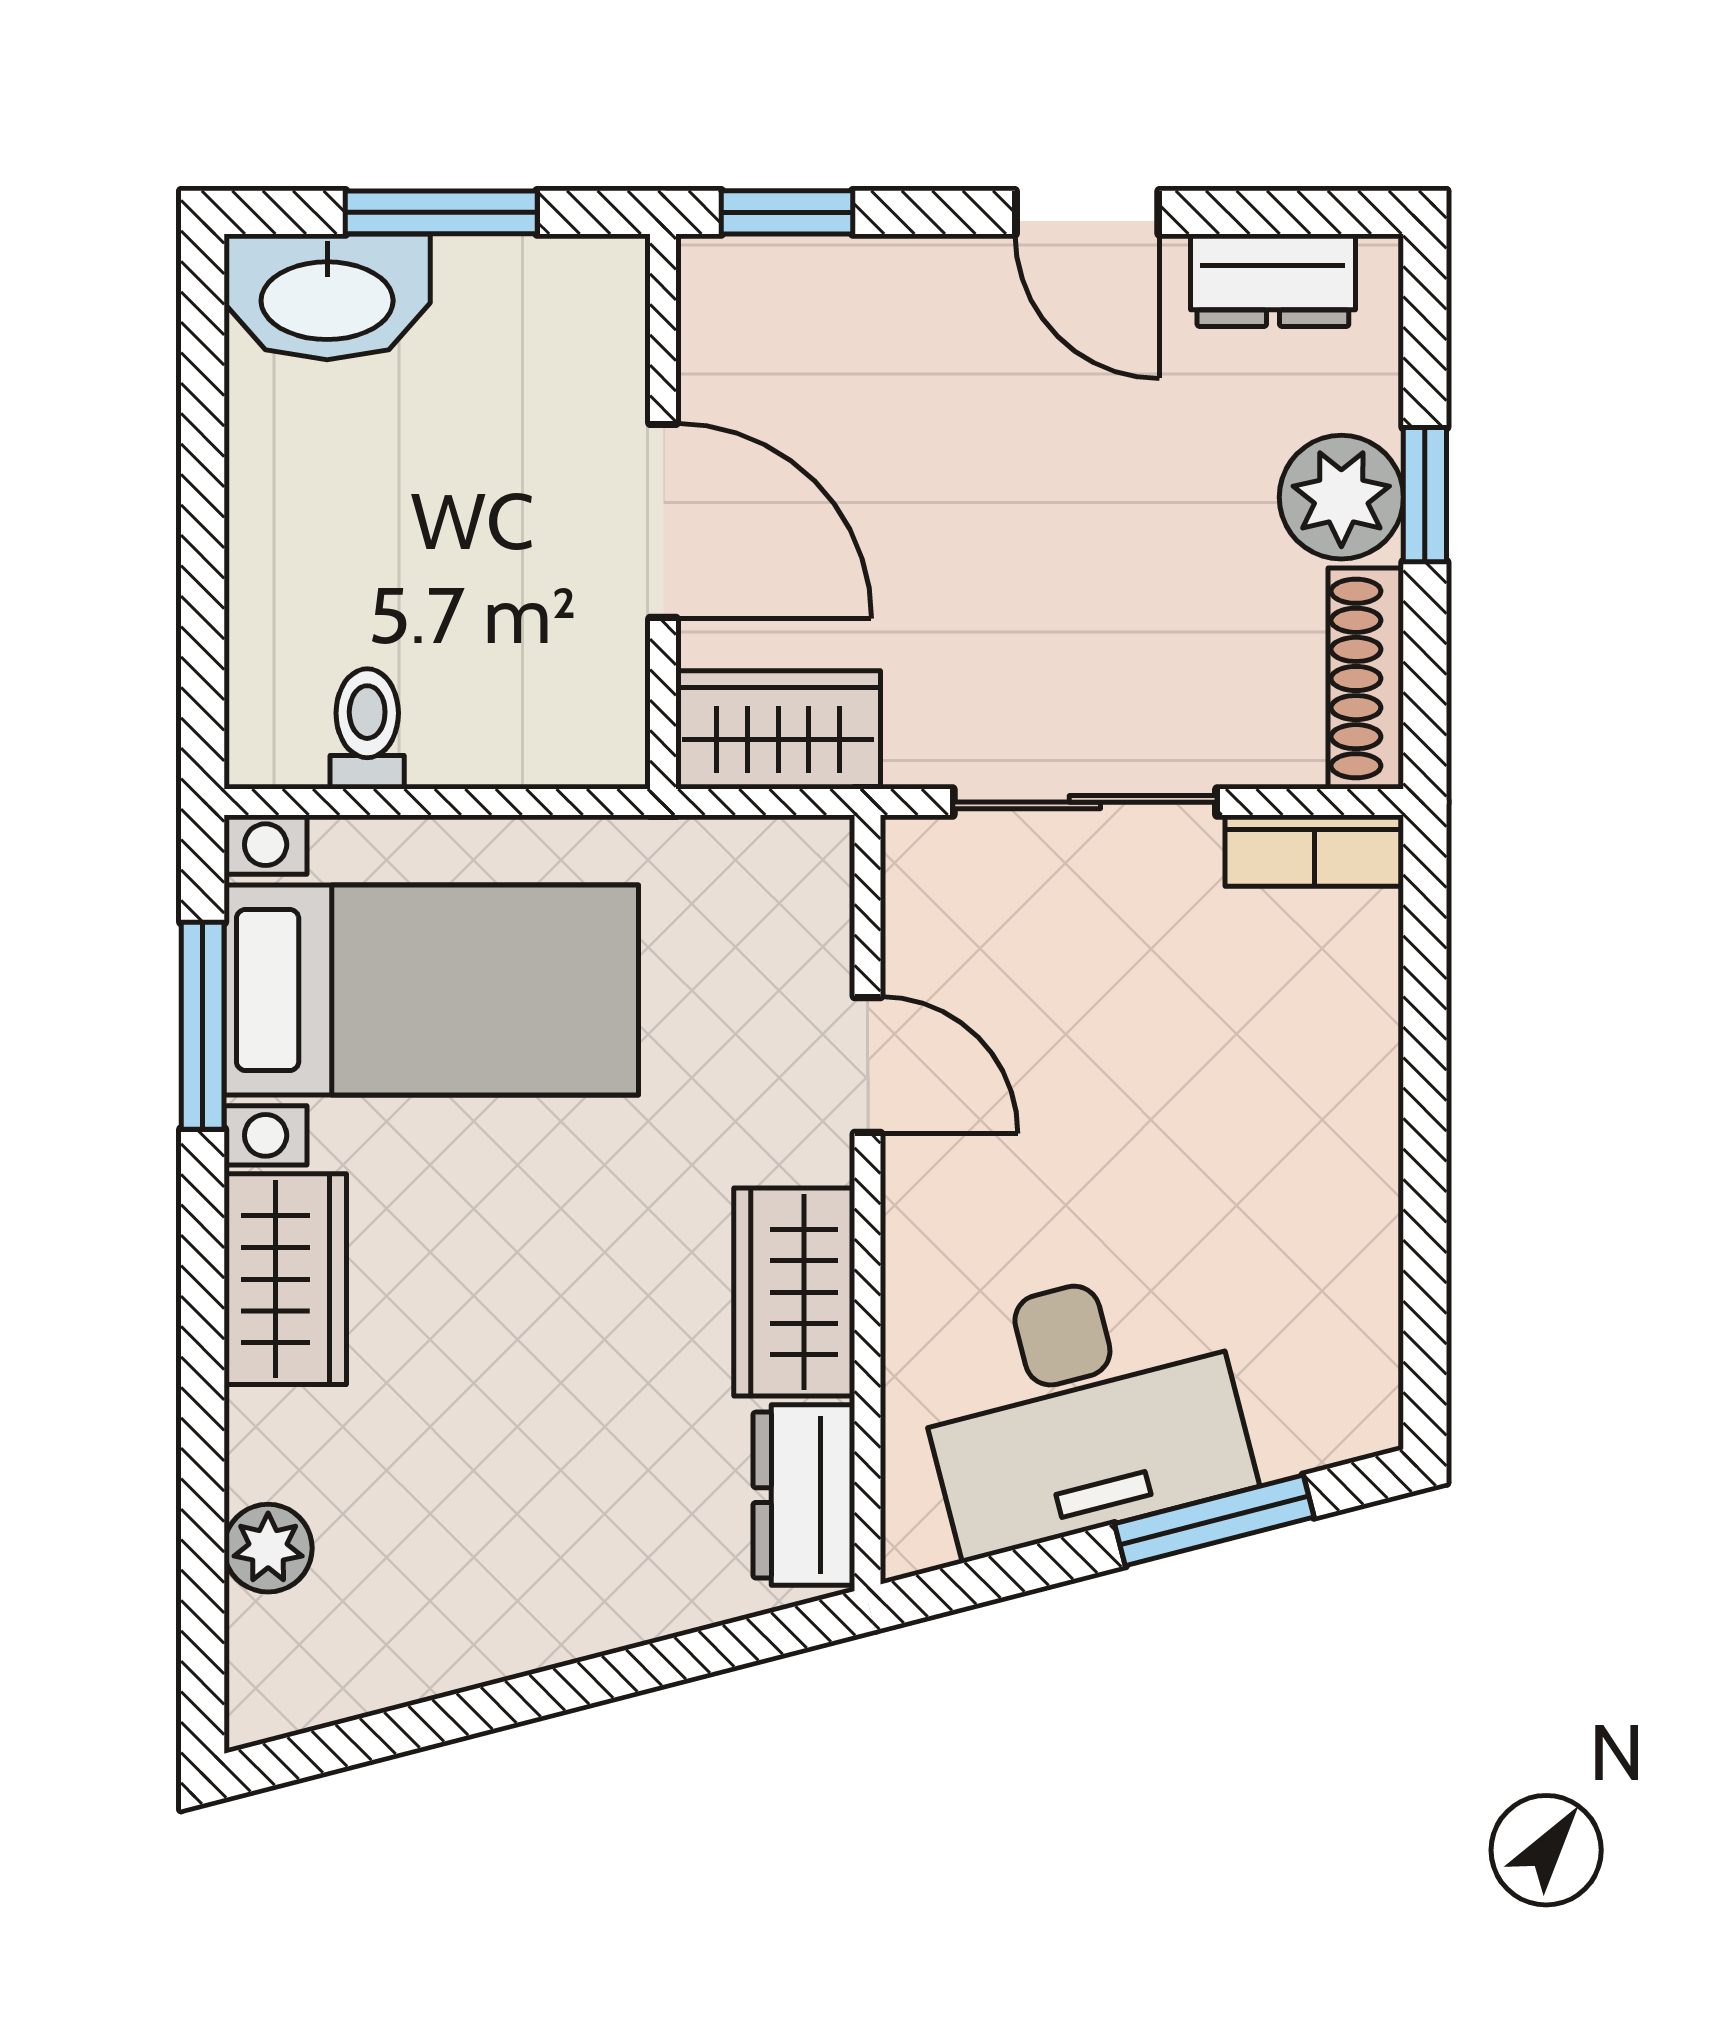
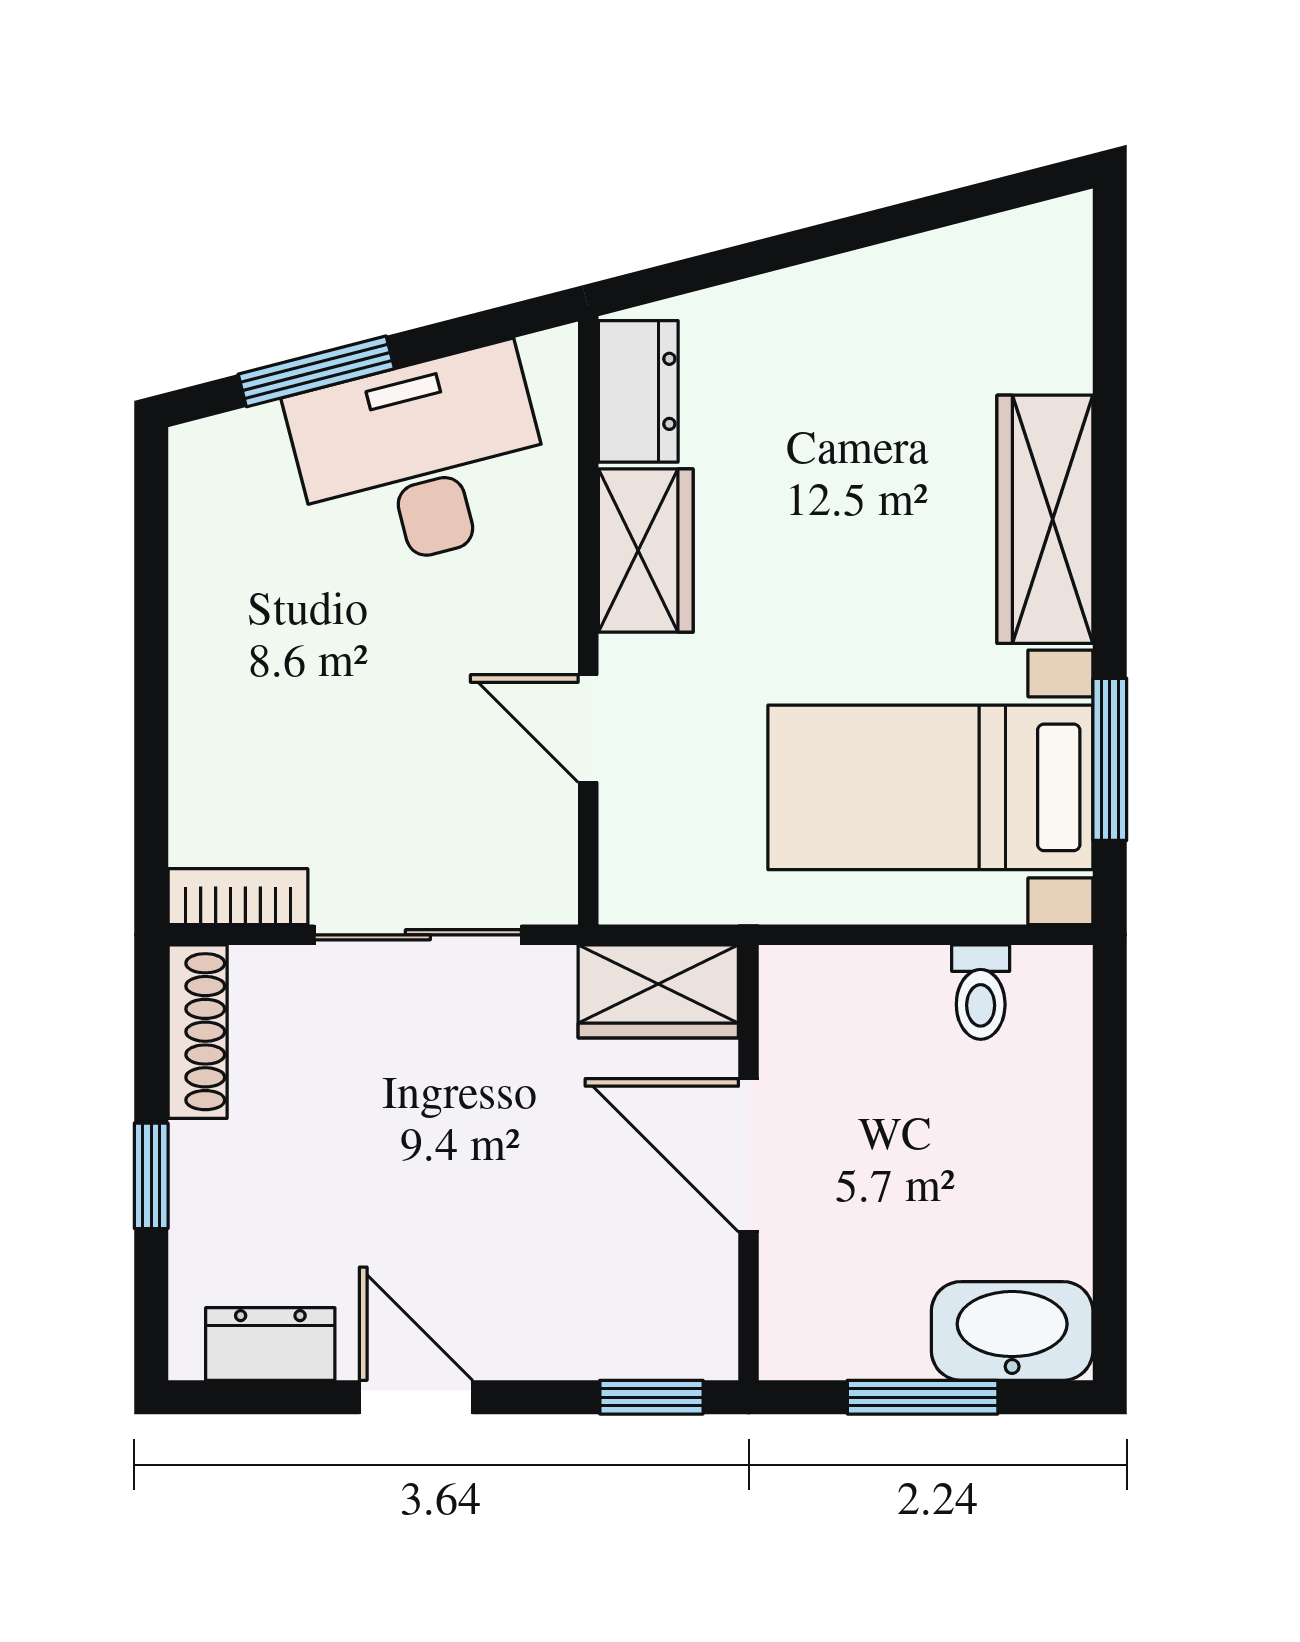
plant: (1341, 497) -> (217, 1174), removed
wardrobe: (285, 1279) -> (1045, 519), width x1.50
plant: (268, 1548) -> (1058, 350), removed

